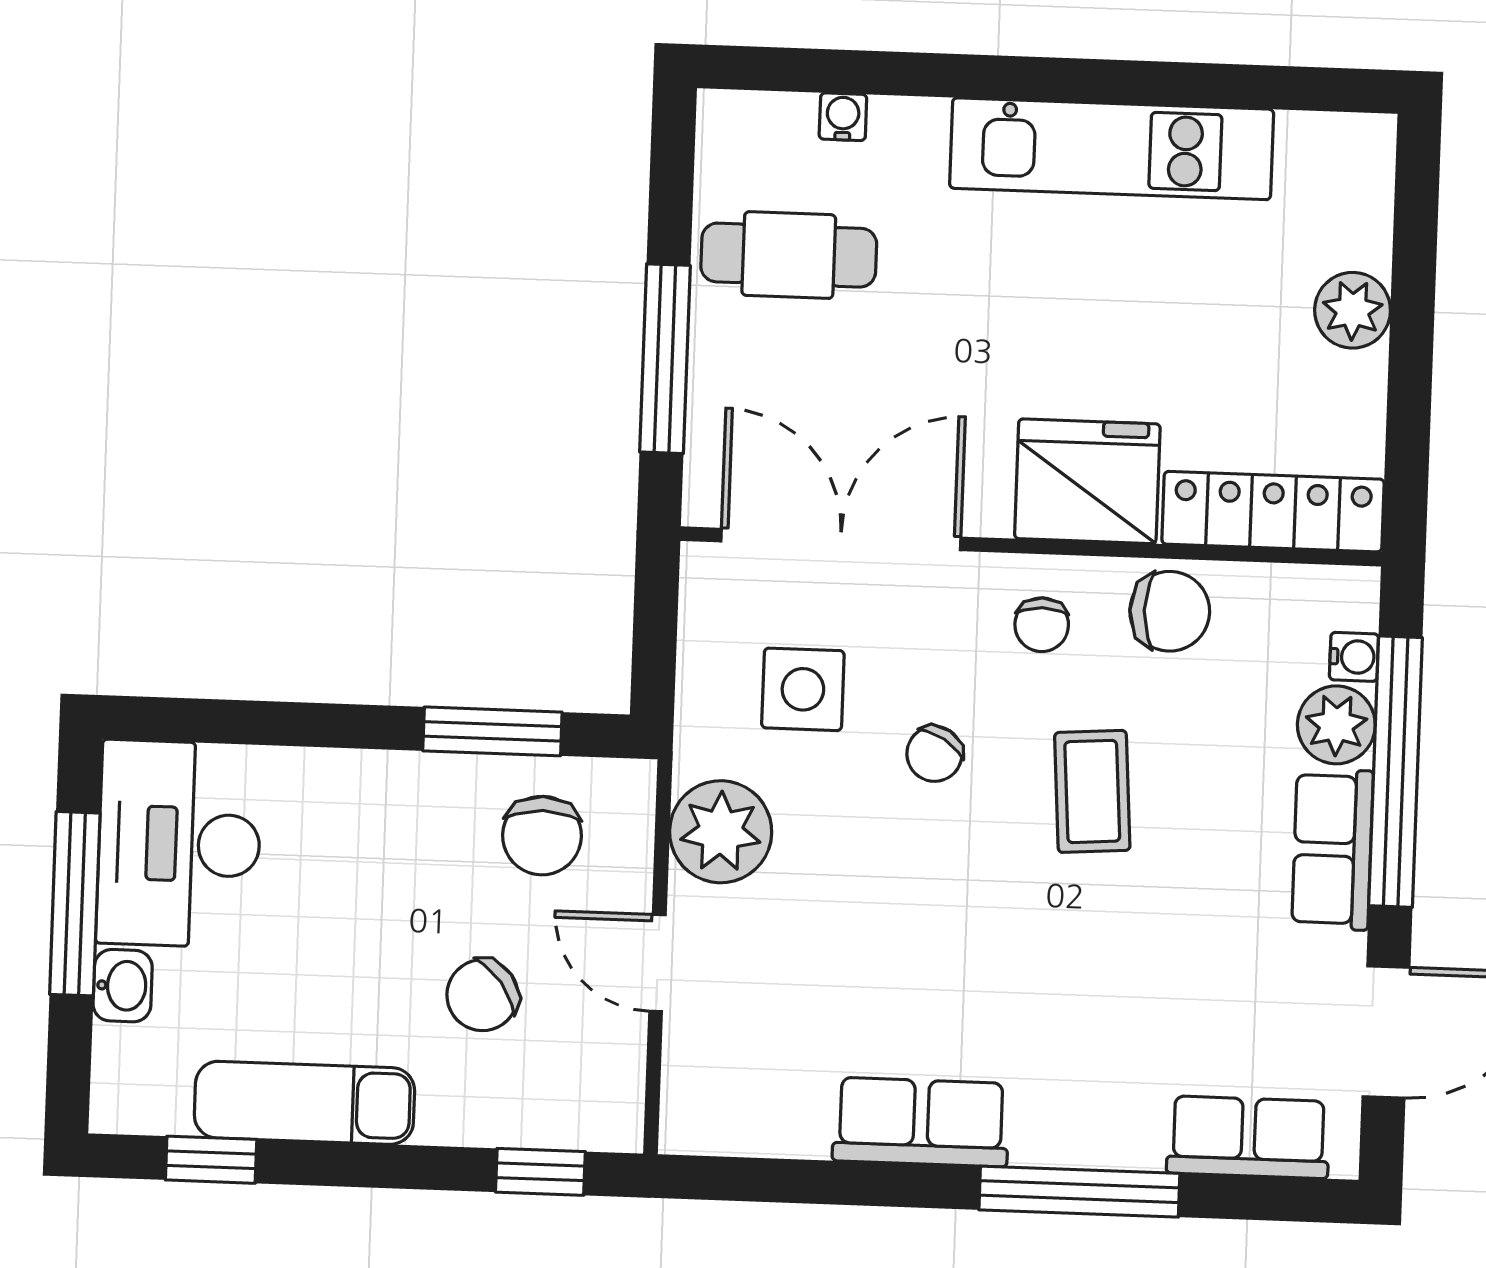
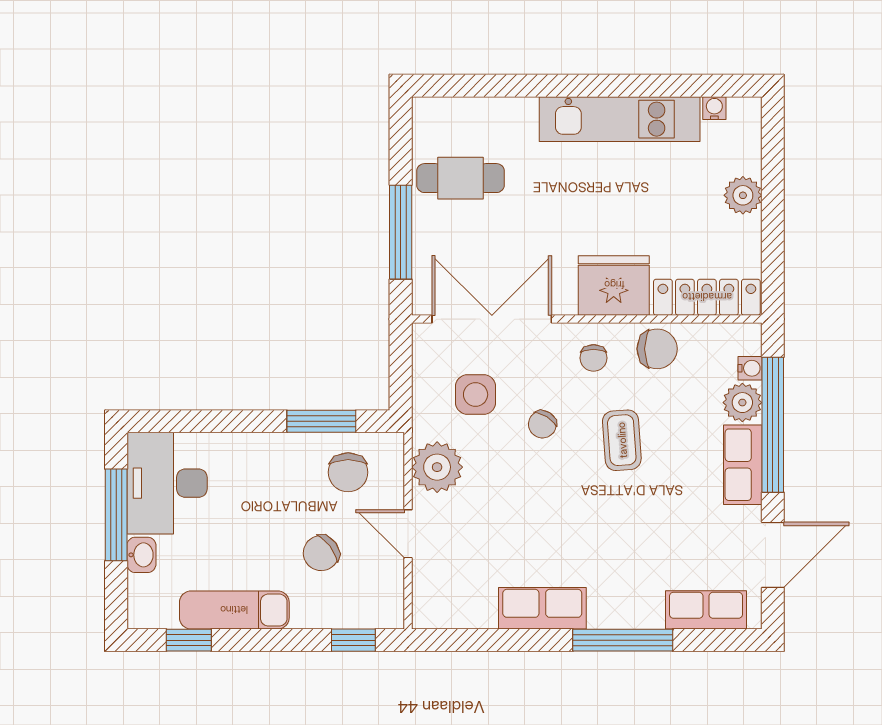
water cooler: (843, 117) -> (714, 108), moved

